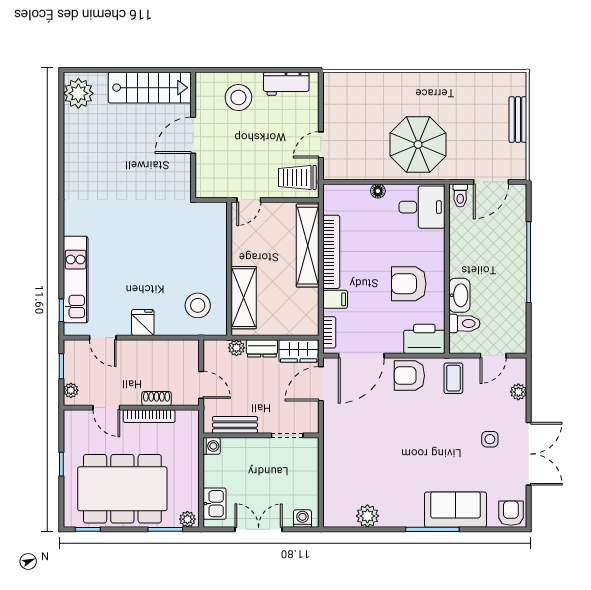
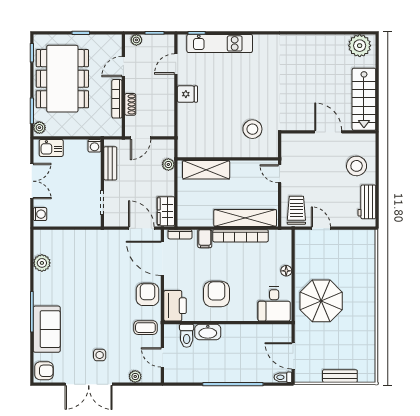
toilet: (460, 195) -> (283, 377), moved
stool: (198, 305) -> (252, 129), moved
dresser: (262, 348) -> (168, 184), removed

